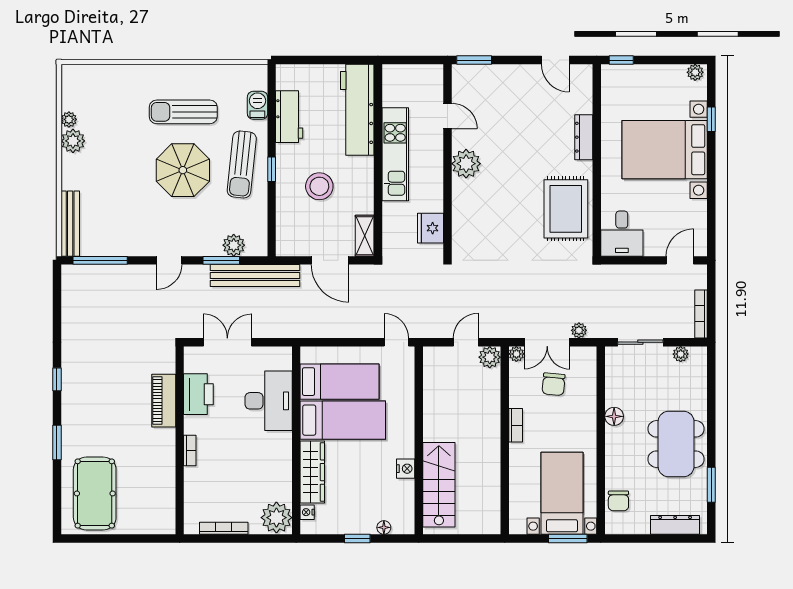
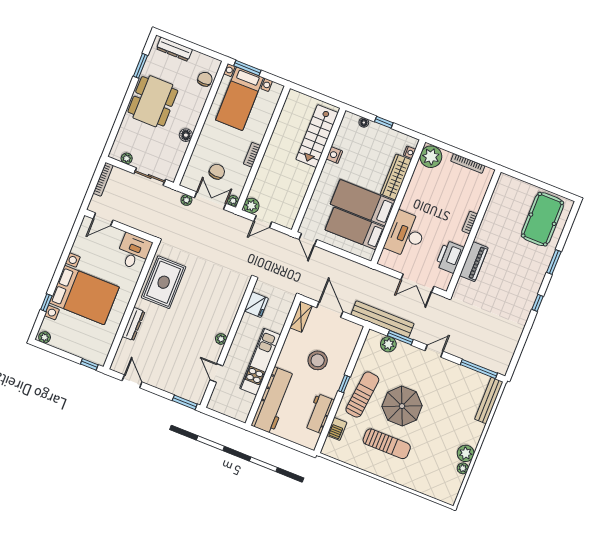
plant: (466, 164) -> (221, 339), width x0.53, depth x0.53

